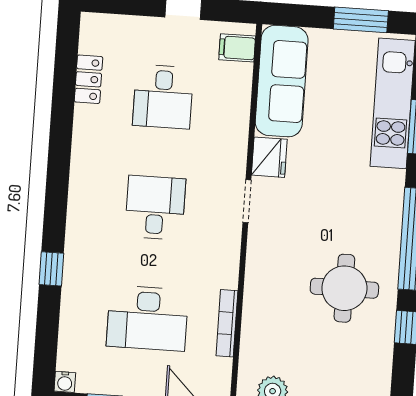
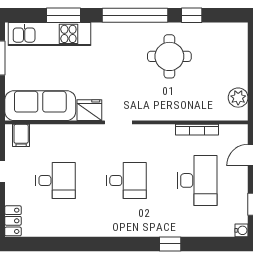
locker: (88, 79) -> (13, 221), moved, turned 90
desk: (155, 208) -> (126, 180), turned 180

